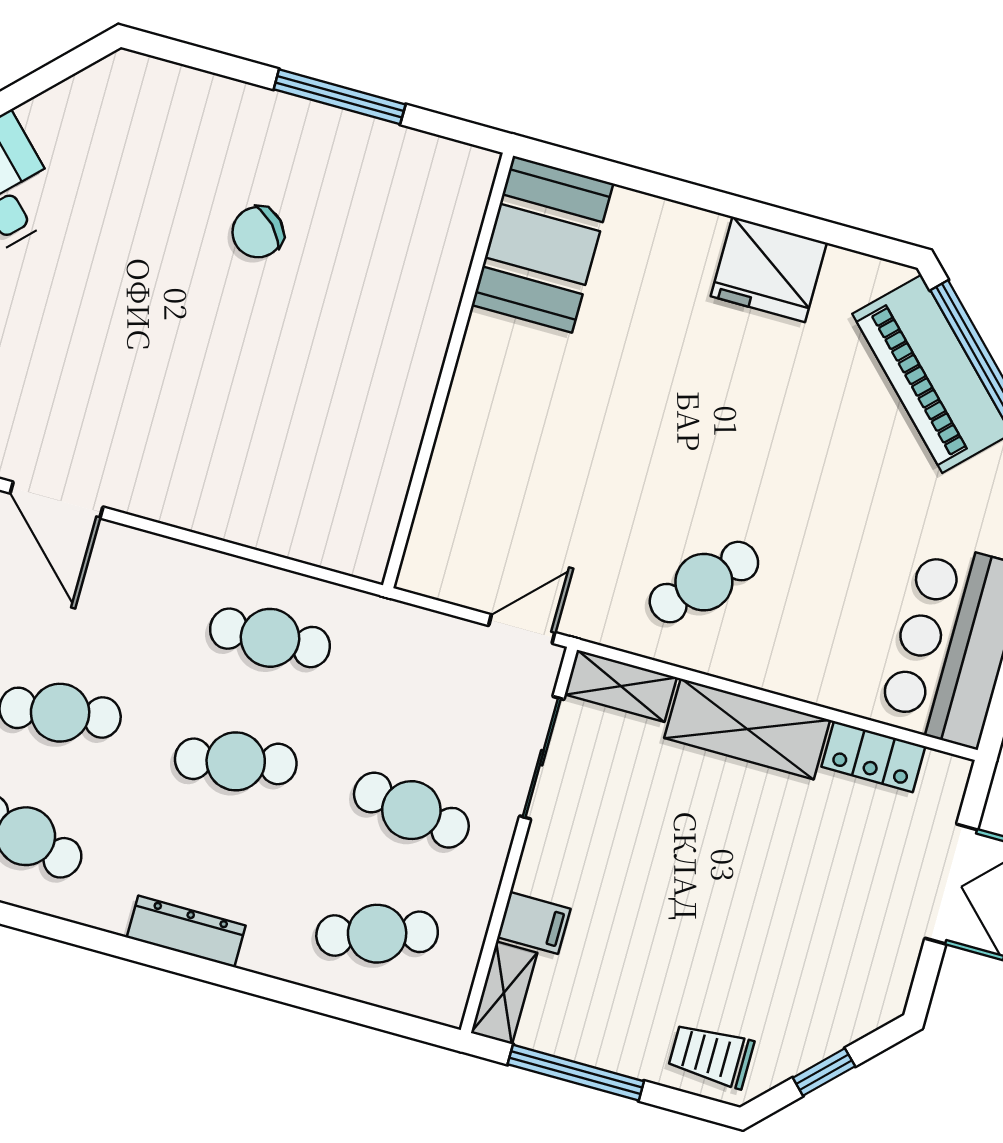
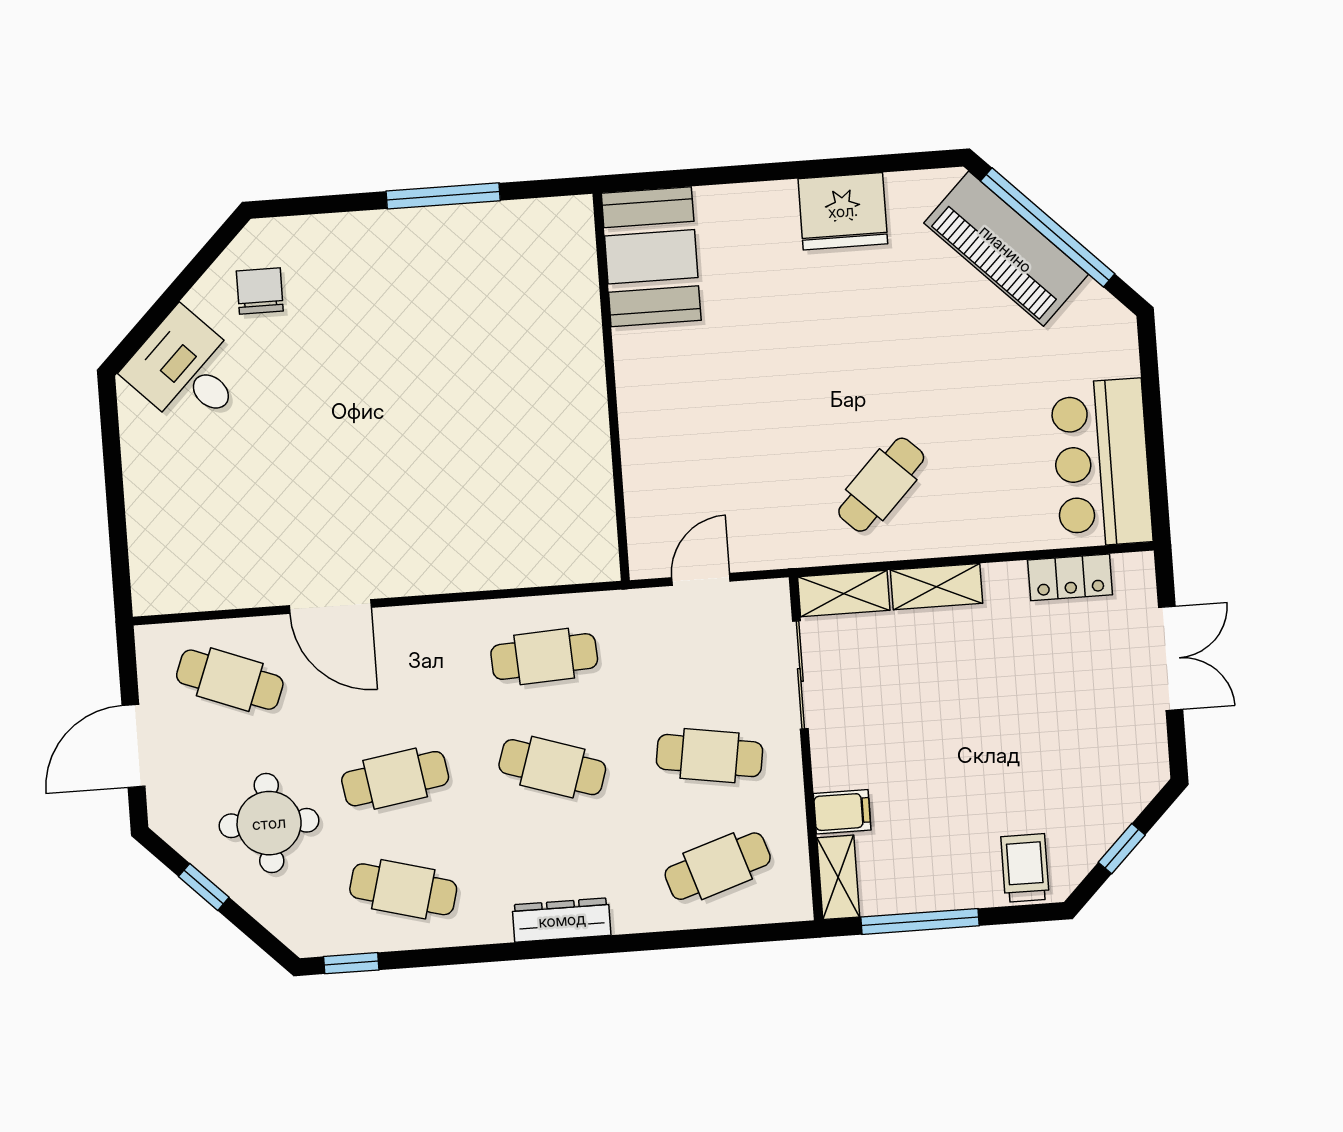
chair: (258, 232) -> (260, 291), moved, turned 134
door: (522, 629) -> (701, 579), moved
shelving: (747, 729) -> (937, 587), width x0.67, depth x0.75
cafe table: (236, 761) -> (552, 767), turned 30
trolley: (711, 1055) -> (1025, 868), turned 90

